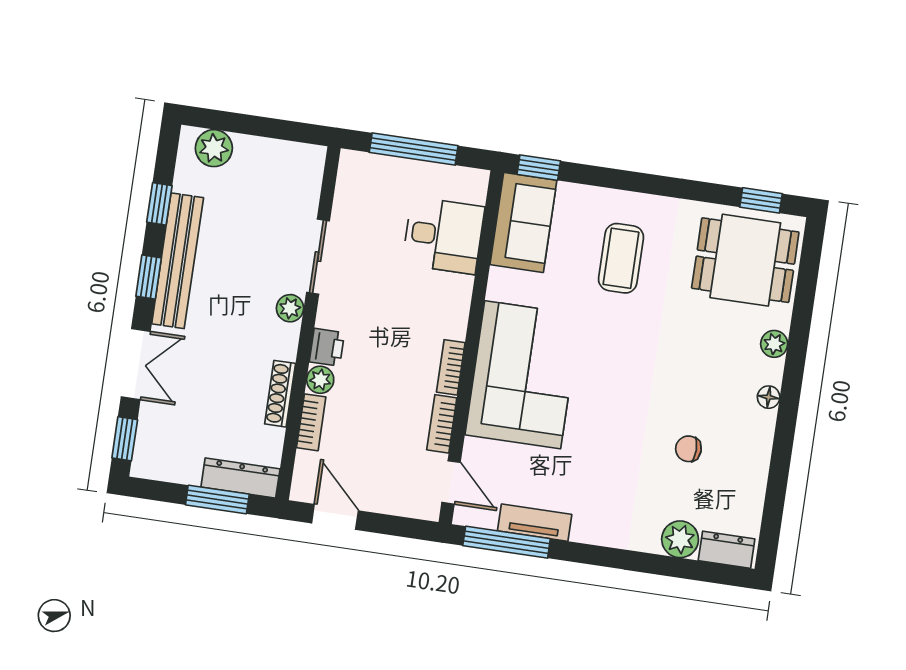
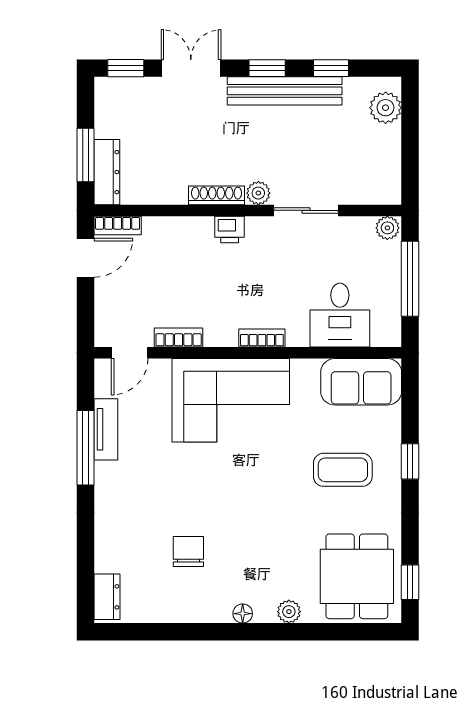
window: (539, 168) -> (410, 461), moved
double door: (136, 364) -> (191, 68), swing flipped
bookcase: (451, 367) -> (262, 338), moved
plant: (320, 380) -> (387, 228), moved
shoe rack: (280, 394) -> (217, 195), moved
bookcase: (311, 422) -> (118, 226), moved
chair: (688, 449) -> (188, 551), width x1.37, depth x1.37
plant: (680, 539) -> (110, 556), removed
window: (507, 542) -> (86, 448), moved

